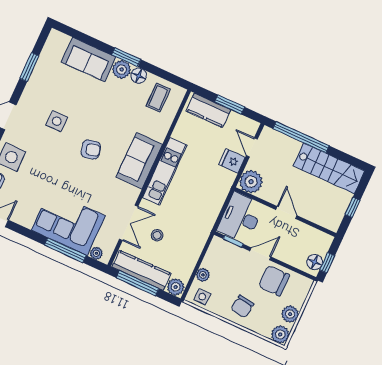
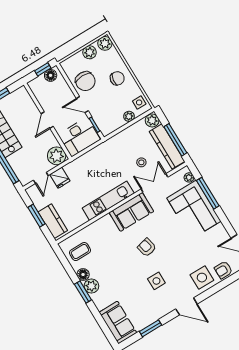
sofa: (89, 60) -> (118, 323), moved
sofa: (139, 161) -> (131, 212), moved

